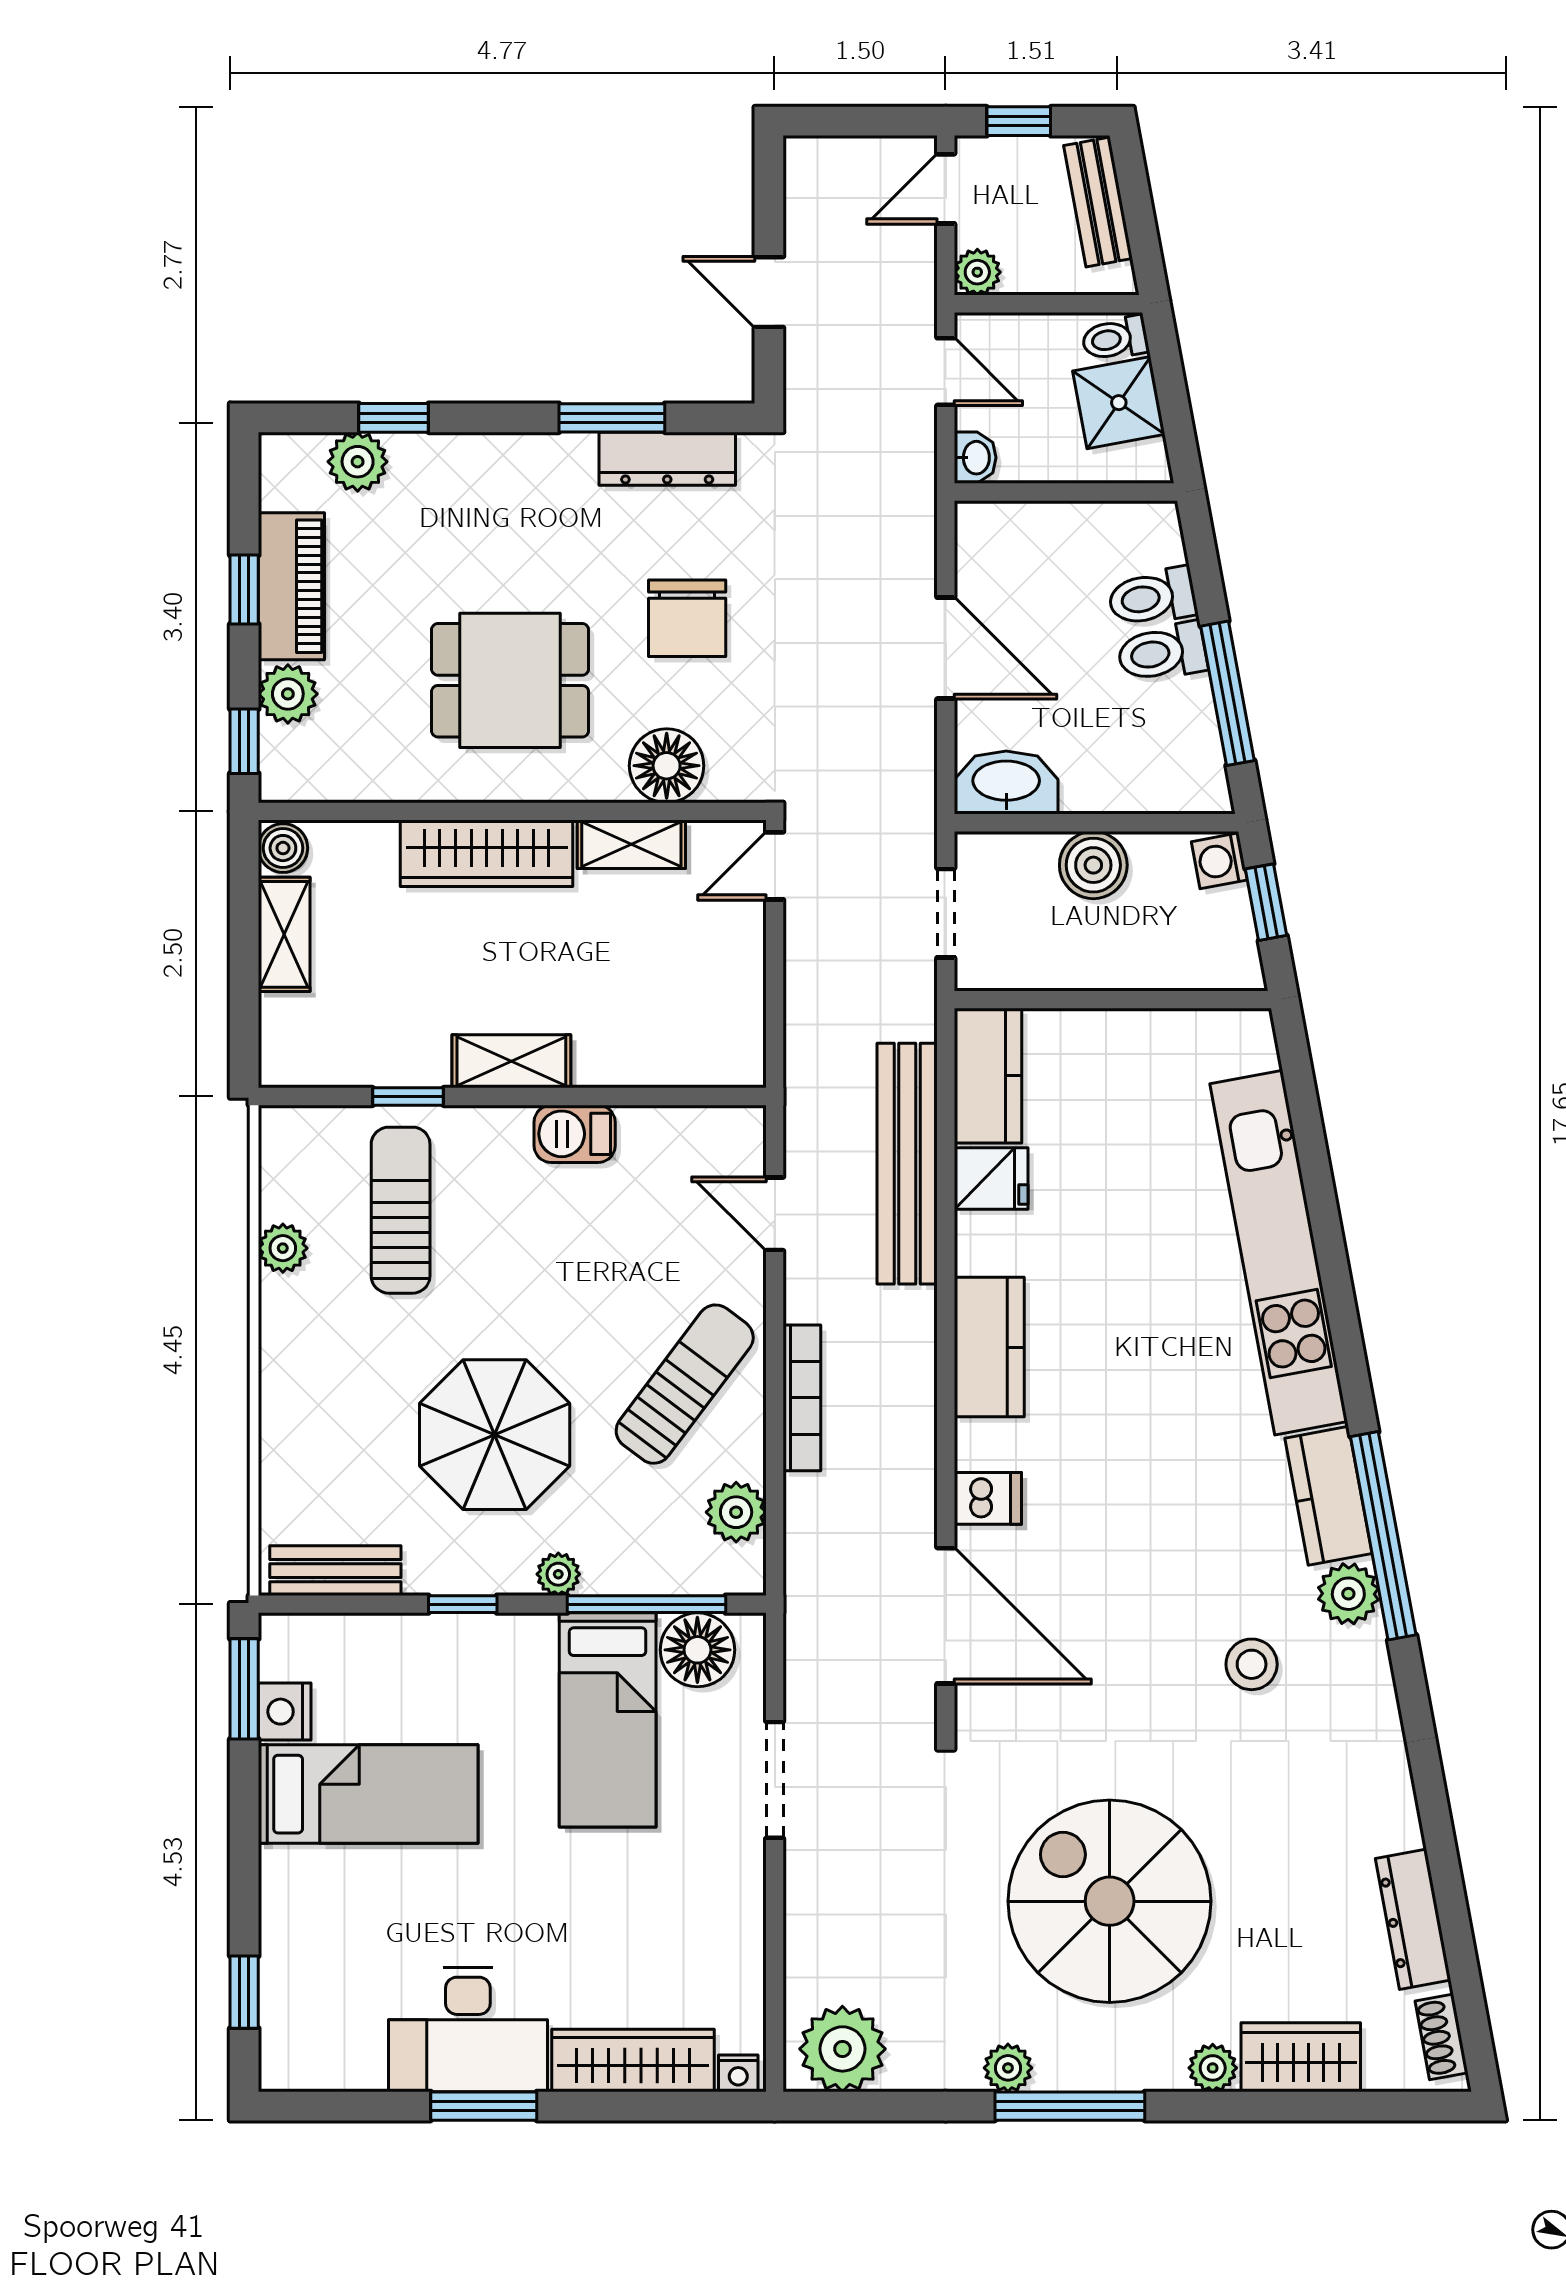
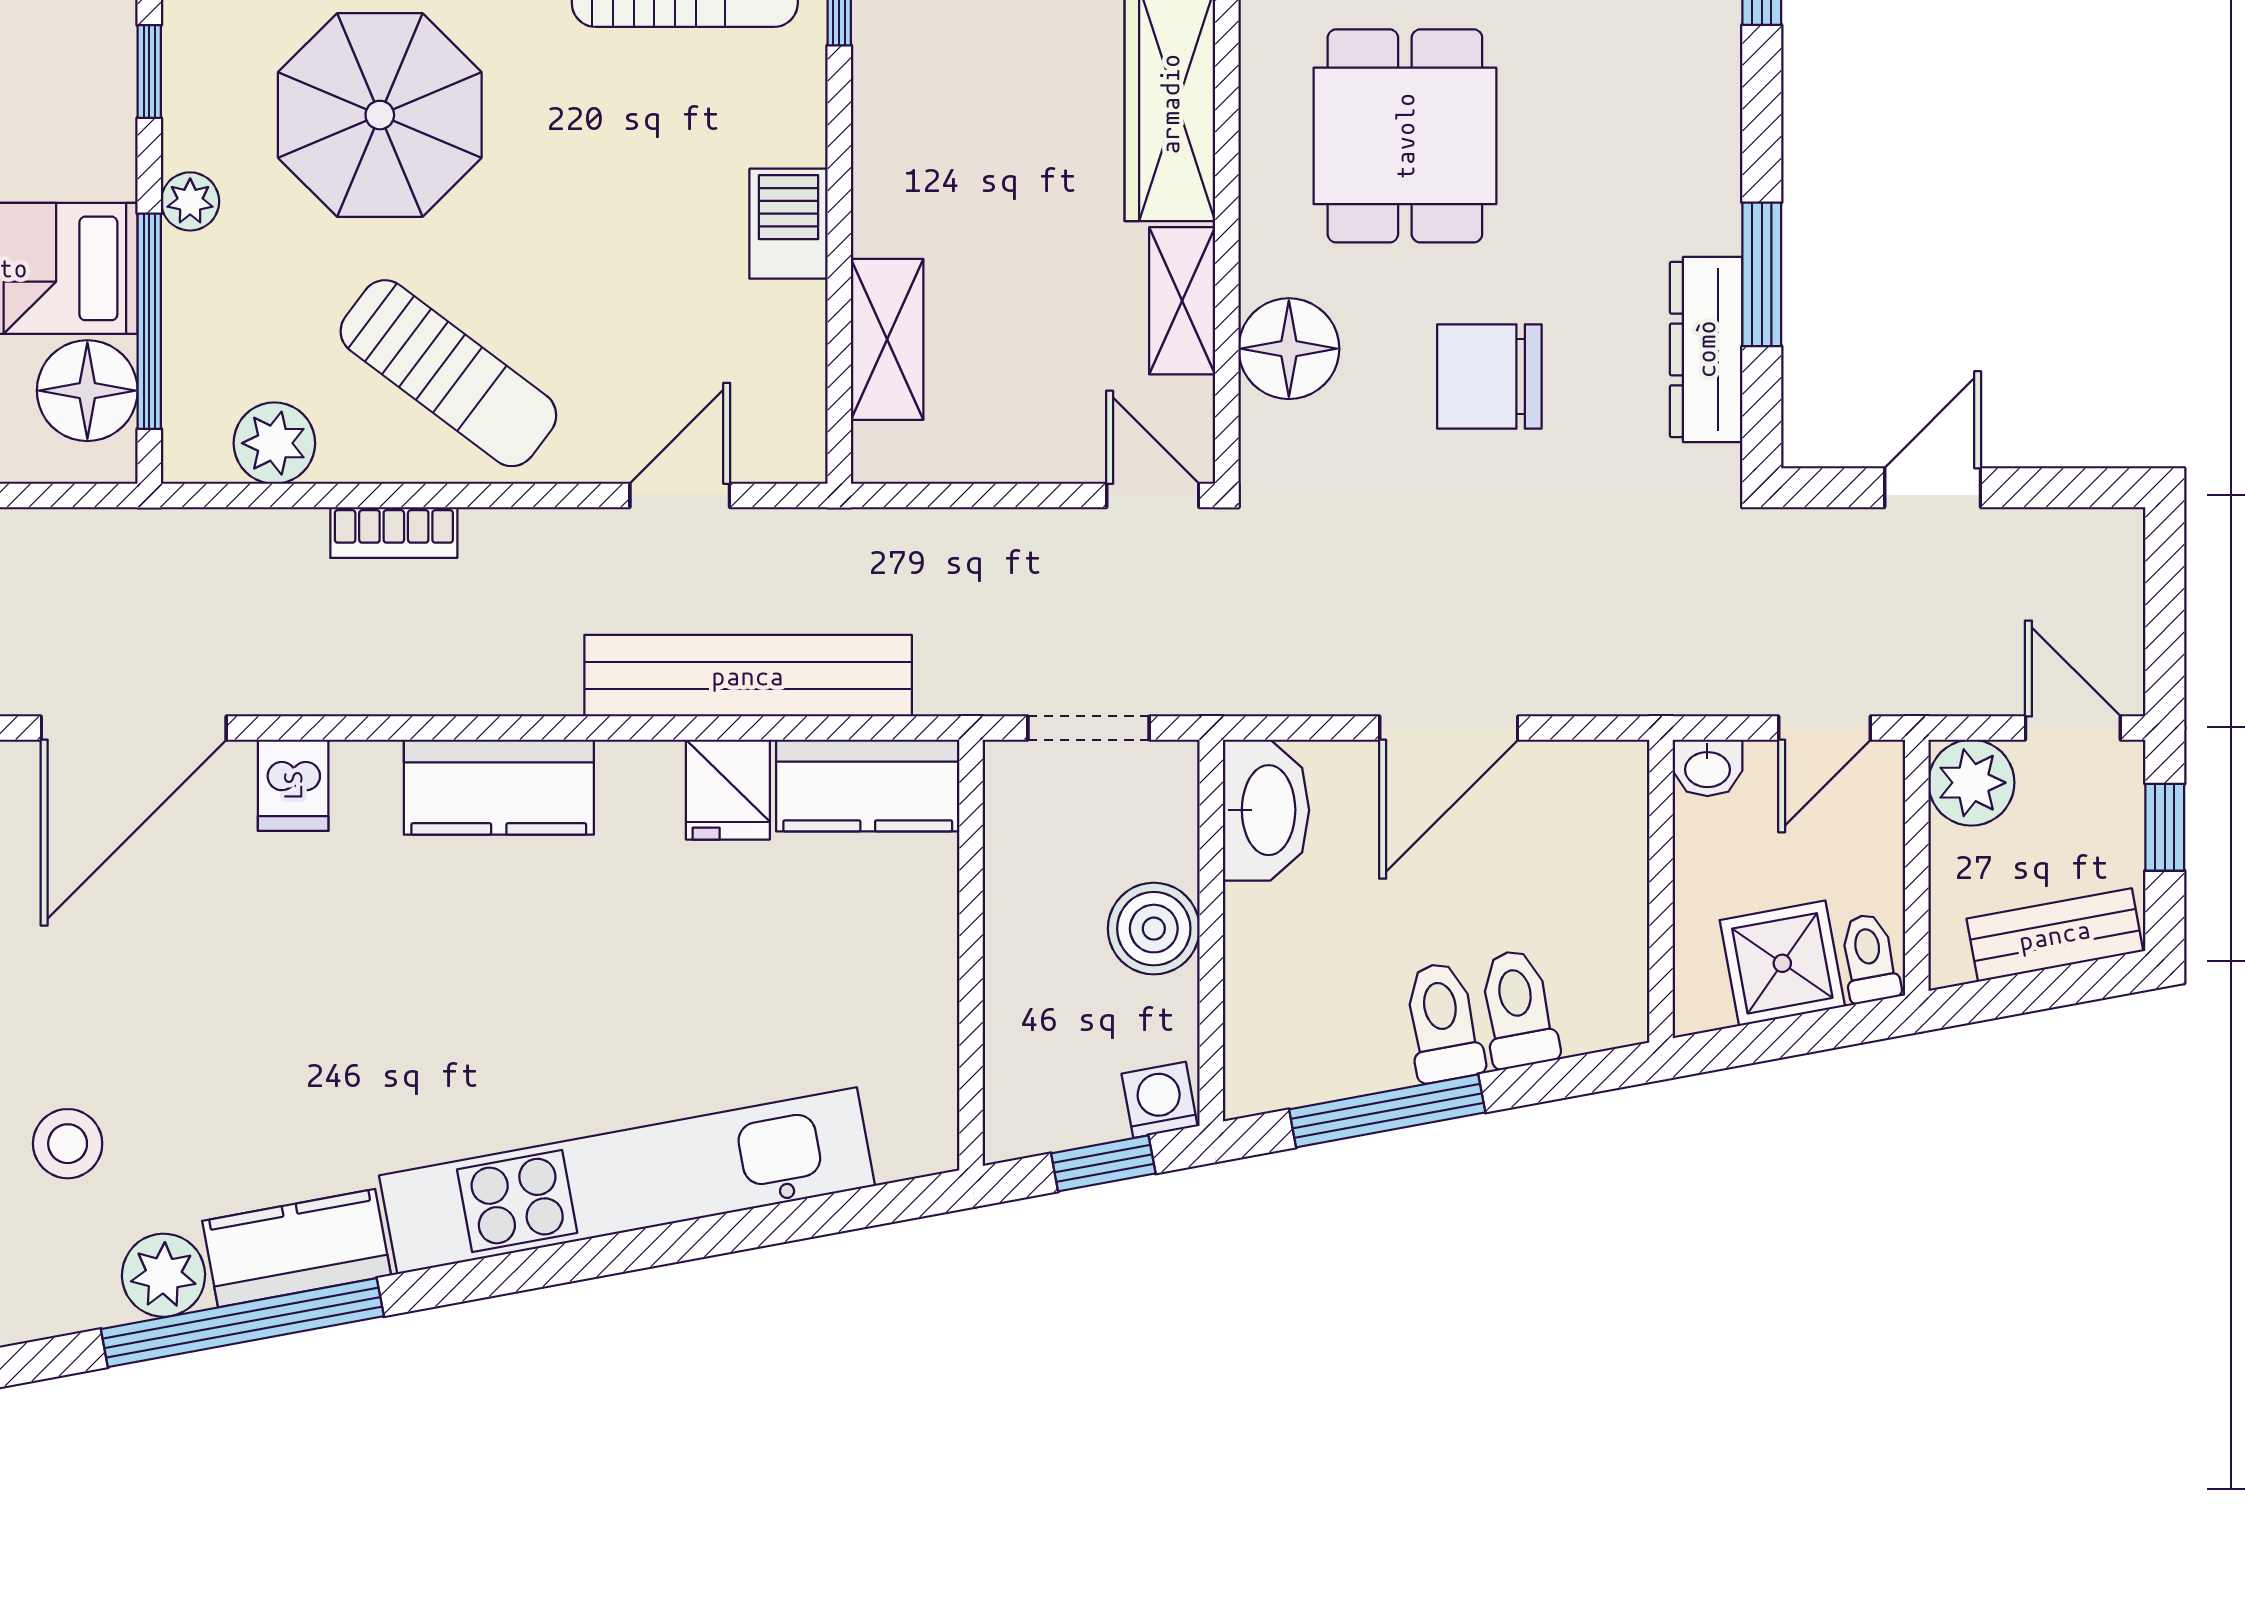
plant: (977, 272) -> (1971, 783), width x1.38, depth x1.38
shelving: (511, 1061) -> (887, 339), moved
bookcase: (802, 1398) -> (394, 532), width x0.64

